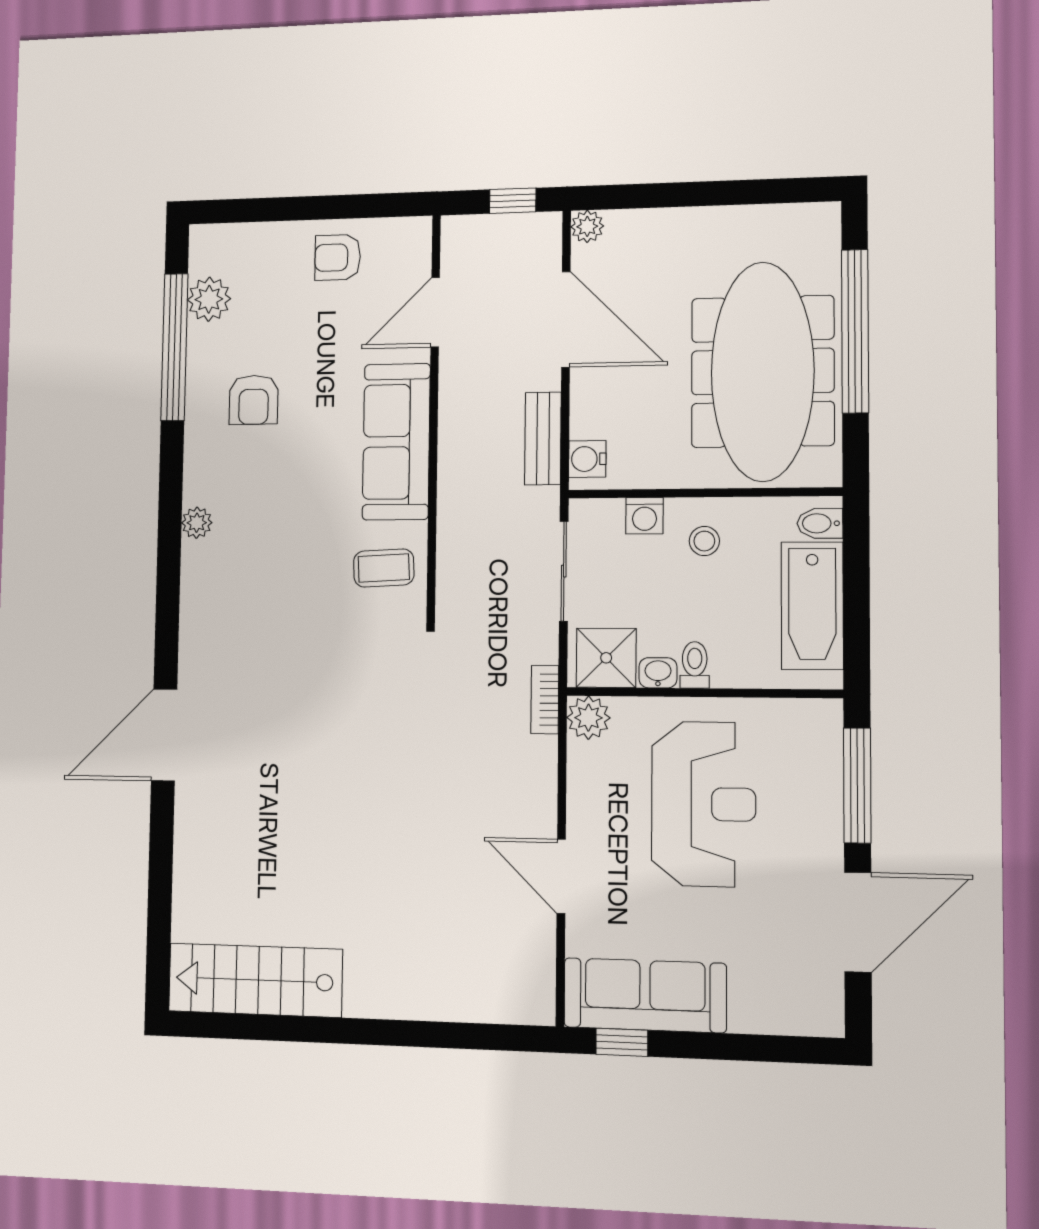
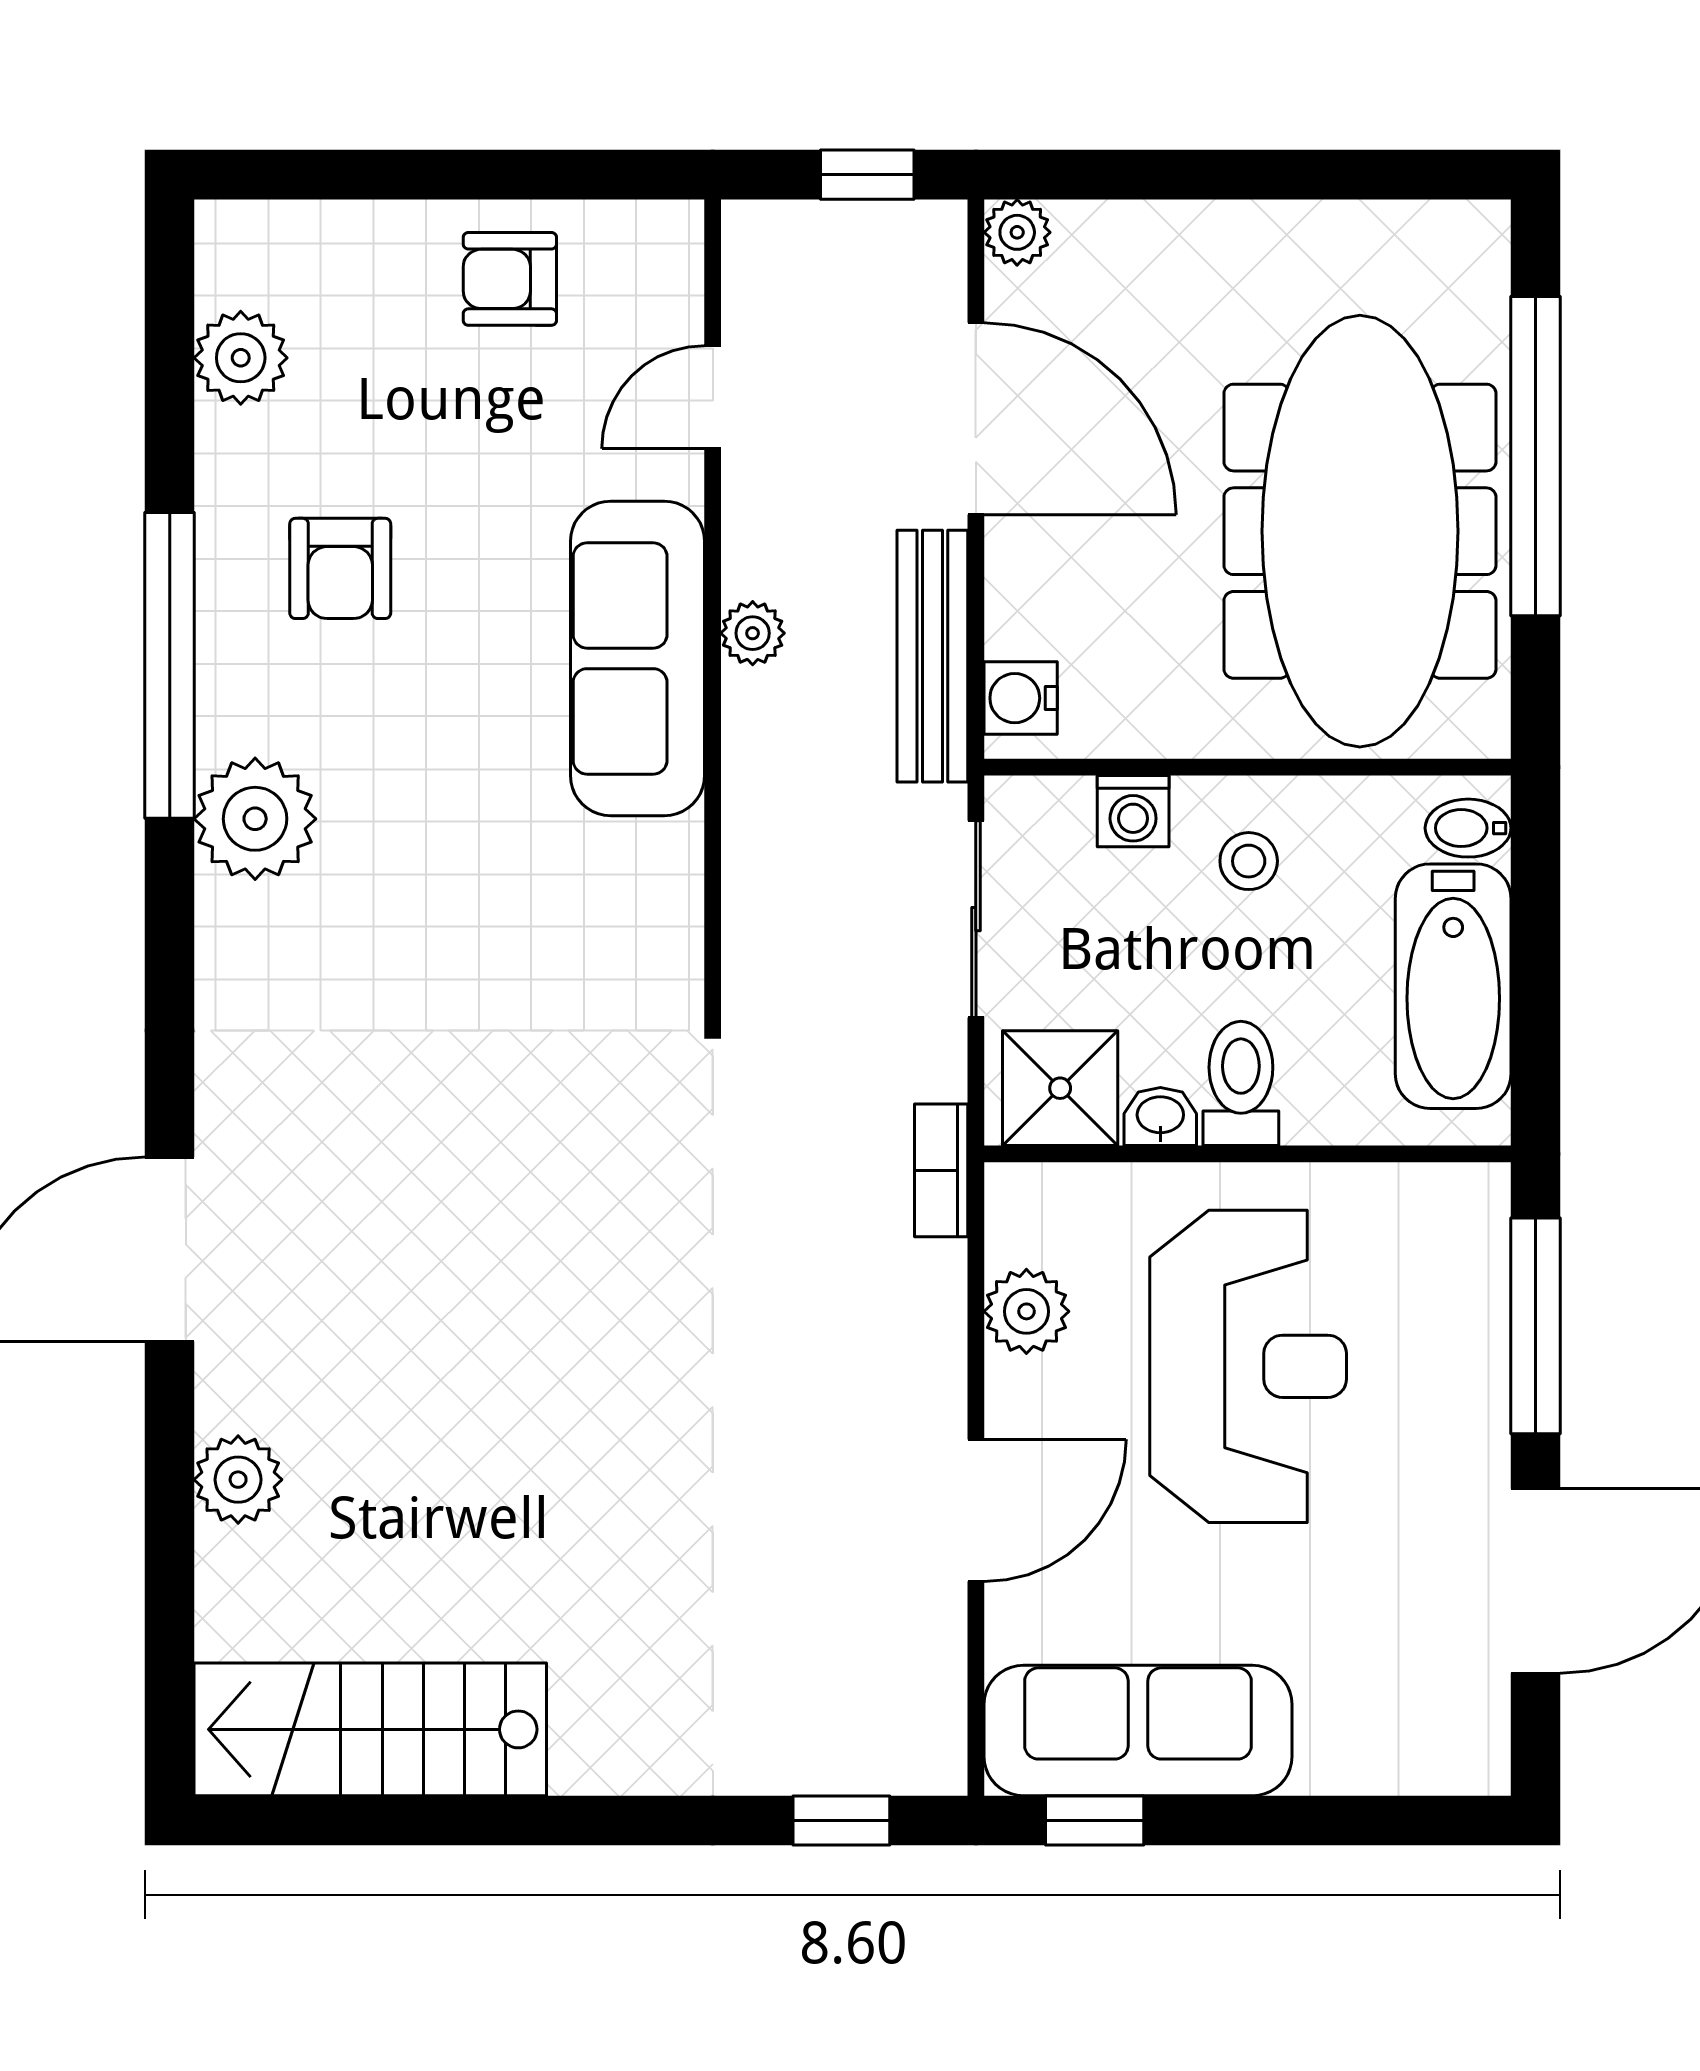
door: (435, 312) -> (713, 397), width x0.73
window: (174, 347) -> (170, 665), moved
plant: (453, 428) -> (753, 633), added
bench: (543, 438) -> (932, 656), width x1.36
plant: (197, 523) -> (255, 819), width x1.87, depth x1.87
coffee table: (384, 568) -> (616, 912), removed
toilet: (695, 665) -> (1241, 1083), width x1.37, depth x1.39
plant: (588, 718) -> (1026, 1311), moved
plant: (194, 851) -> (238, 1480), added
door: (561, 876) -> (976, 1510), swing flipped
window: (490, 1037) -> (841, 1821), added

